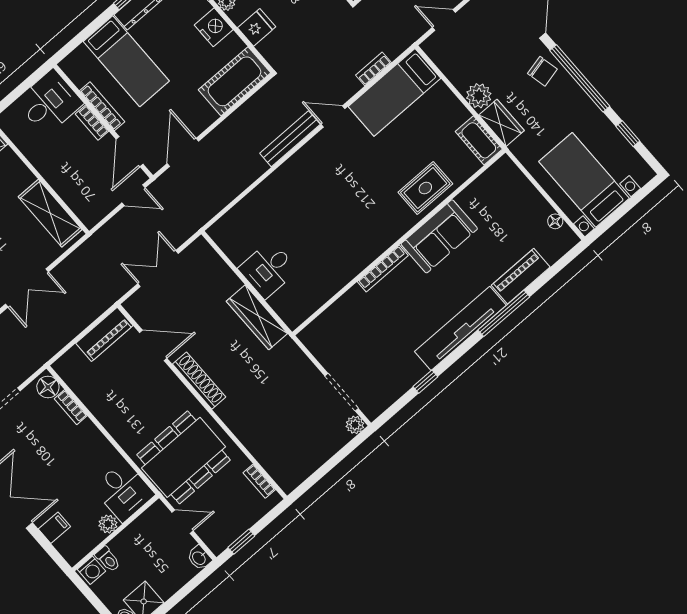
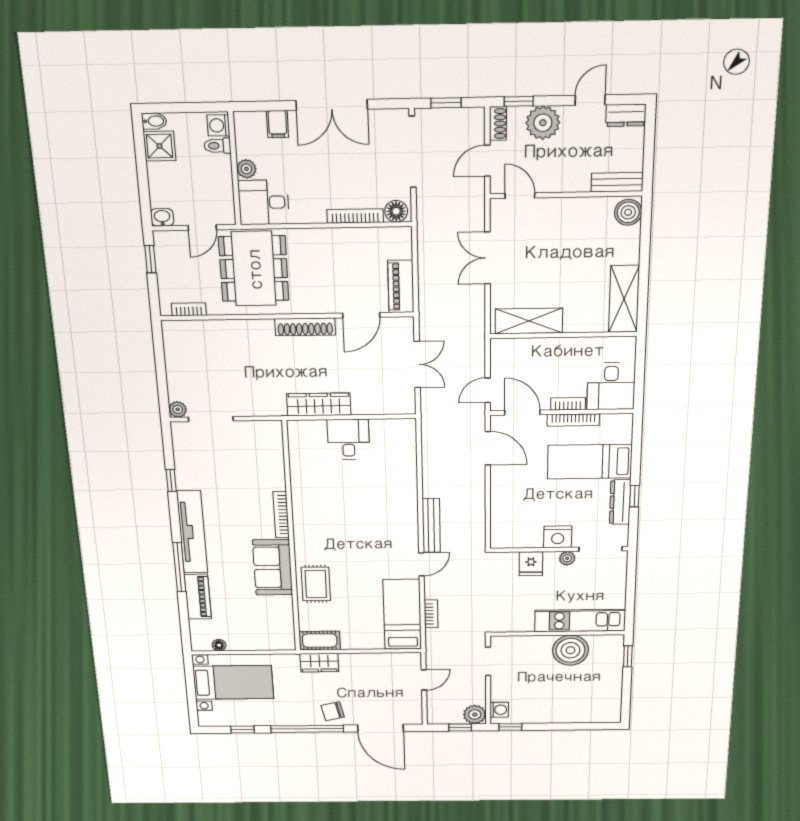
cot: (234, 81) -> (507, 521), removed
plant: (479, 96) -> (351, 663), removed
bookcase: (71, 407) -> (355, 216), width x1.56

